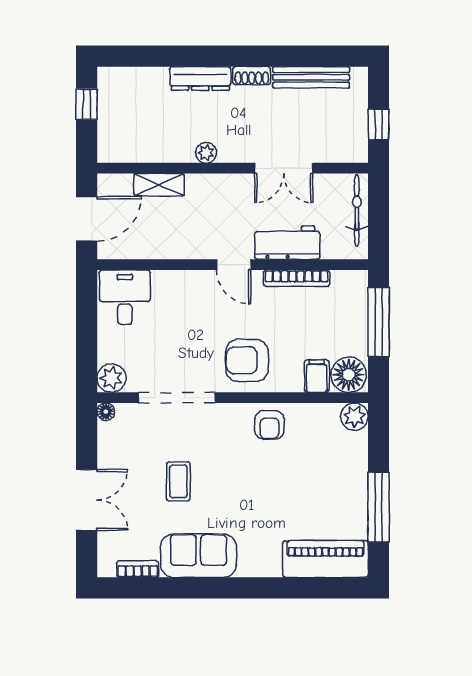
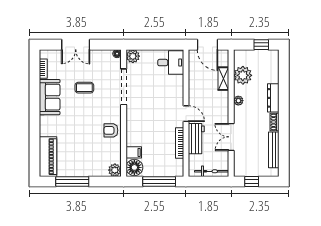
plant: (152, 143) -> (243, 75), added
door: (234, 265) -> (186, 114), swing flipped
armchair: (247, 360) -> (141, 120), removed

